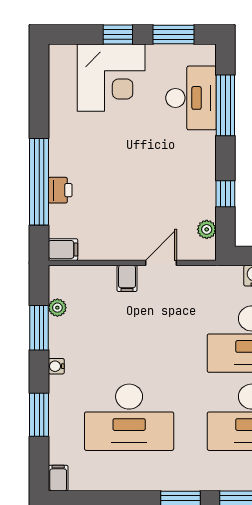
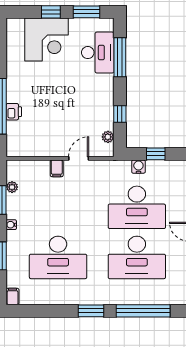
filing cabinet: (63, 250) -> (16, 150), removed

